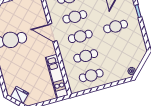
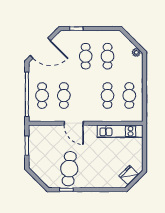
door: (52, 33) -> (74, 123), hinge flipped
cafe table: (80, 36) -> (107, 56), moved

